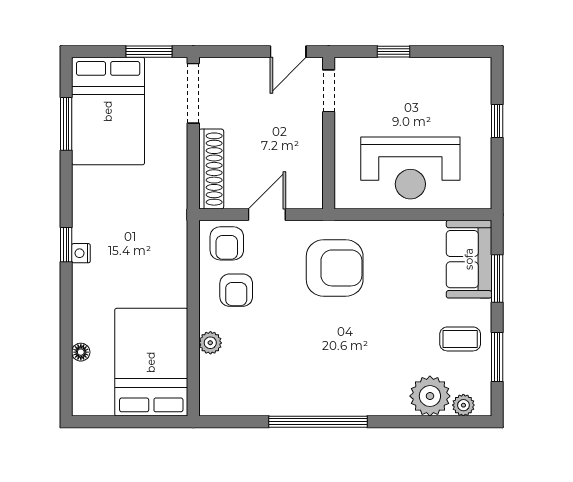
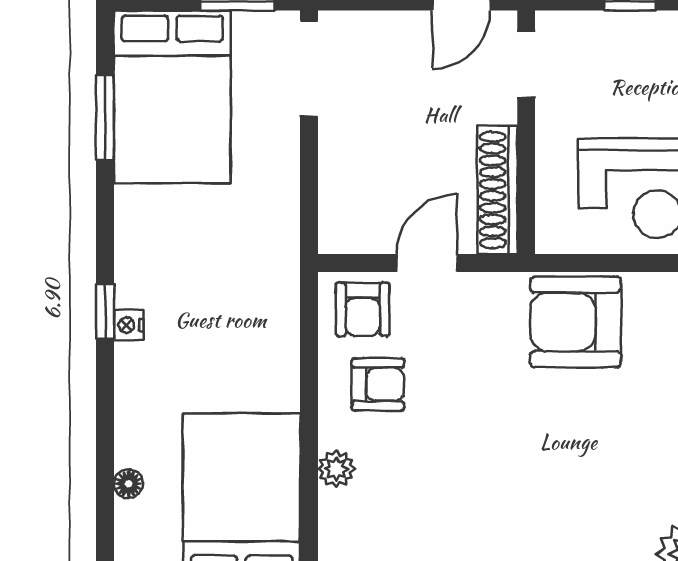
shoe rack: (211, 169) -> (497, 190), moved, turned 180
armchair: (335, 268) -> (576, 322), moved, turned 180
armchair: (236, 290) -> (378, 384), turned -90

